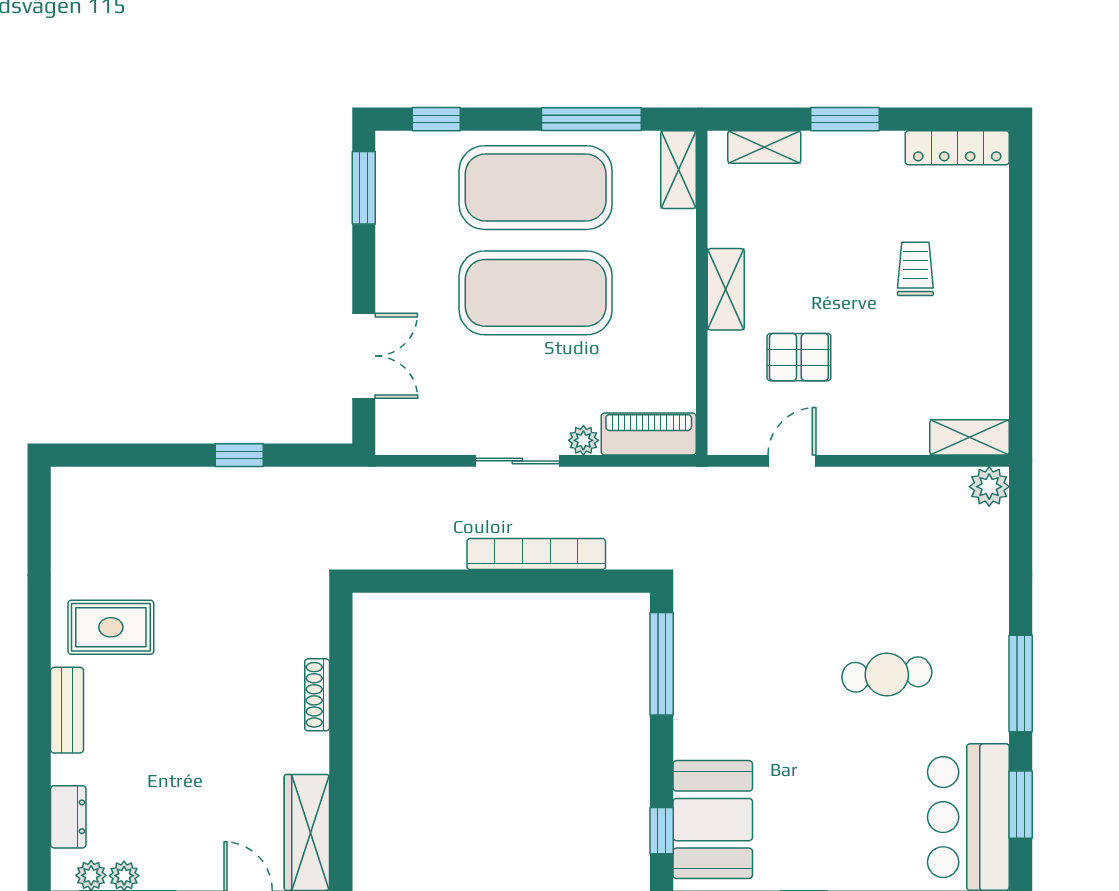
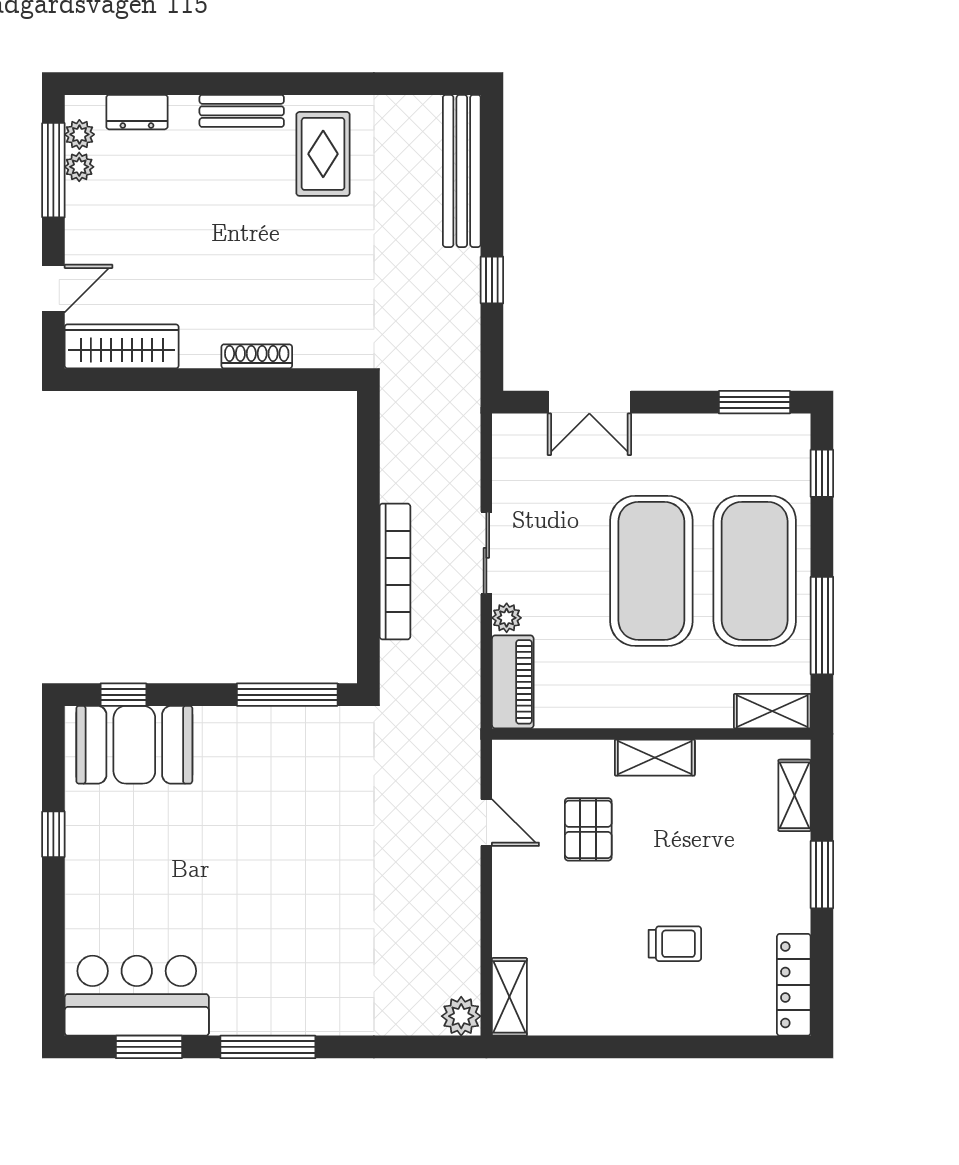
bench: (128, 486) -> (462, 171), added
cafe table: (887, 675) -> (277, 916), removed

